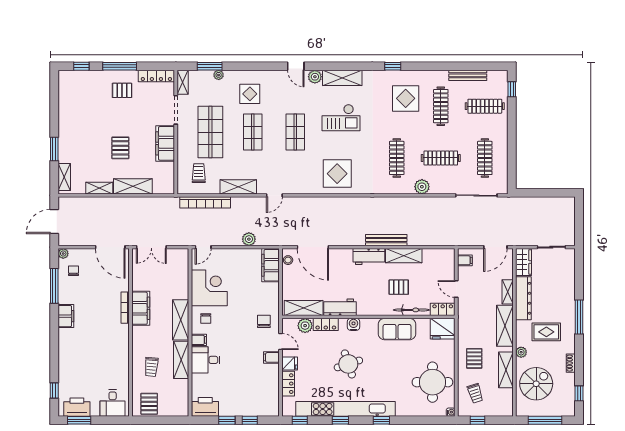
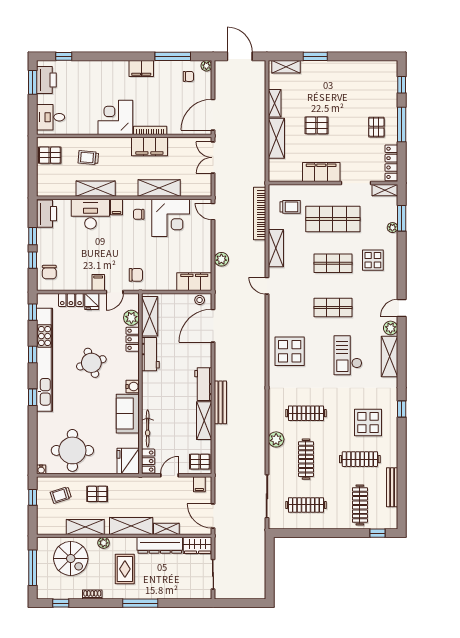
pallet: (399, 287) -> (200, 462), moved, turned 90
shelving: (181, 320) -> (159, 188), moved
water cooler: (353, 324) -> (133, 387), moved
corner desk: (113, 341) -> (115, 117), added
desk: (206, 360) -> (90, 214), width x1.37
chair: (261, 404) -> (49, 272), added

